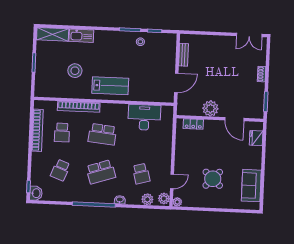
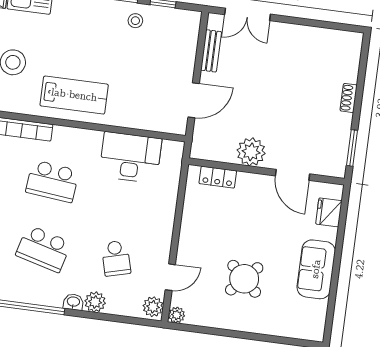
double door: (249, 35) -> (248, 14), moved
school desk: (101, 172) -> (44, 249), turned 33
sofa: (251, 186) -> (316, 269), moved
plant: (147, 199) -> (95, 302), moved

